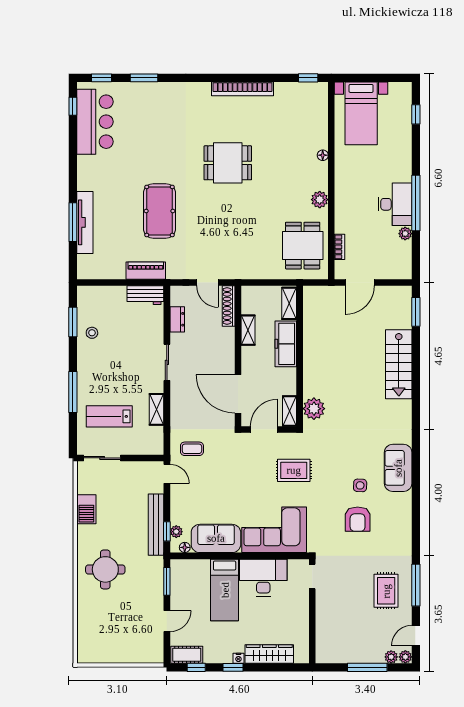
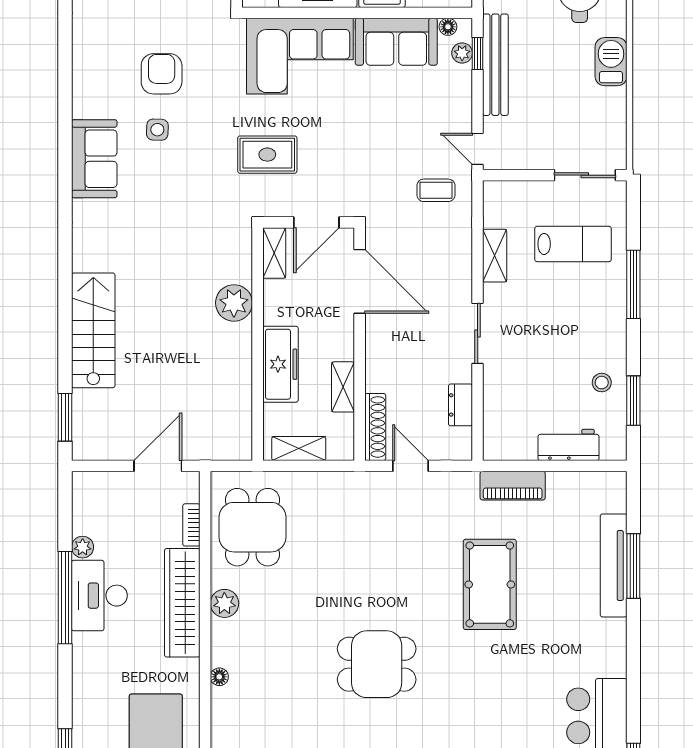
wardrobe: (345, 200) -> (182, 603), added
workbench: (145, 295) -> (568, 445), moved
shelving: (289, 303) -> (299, 449), moved, turned 90
plant: (314, 409) -> (234, 303), moved
barbecue: (86, 509) -> (611, 62), moved

